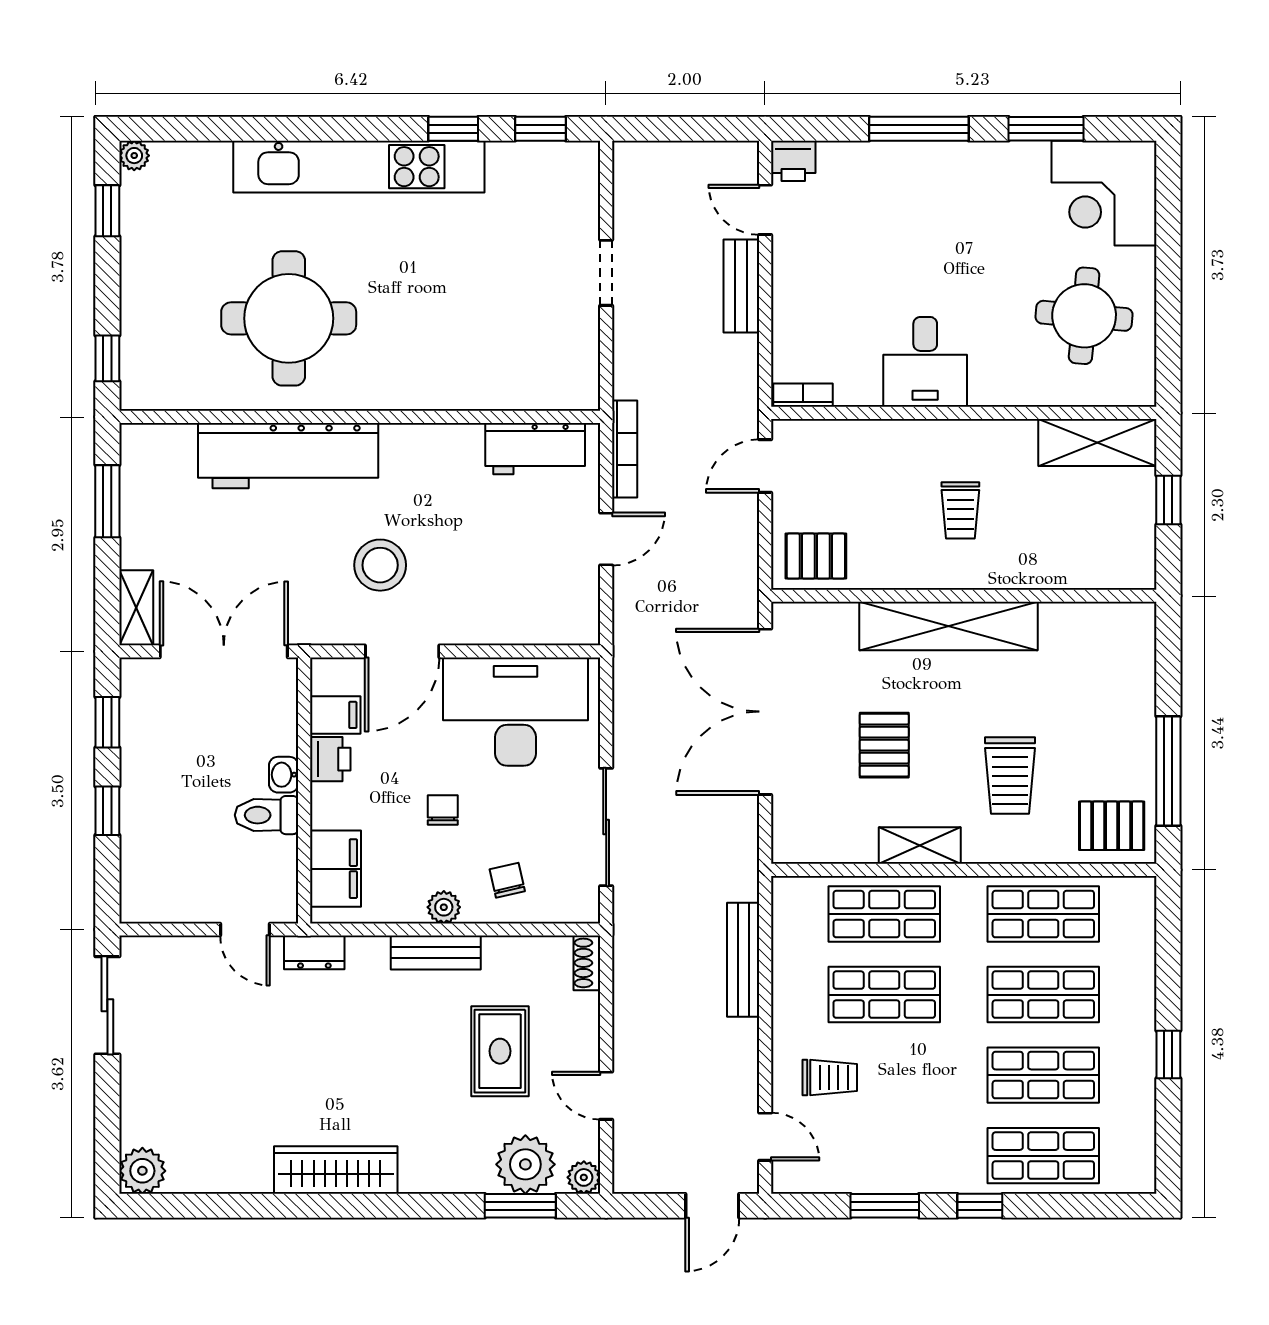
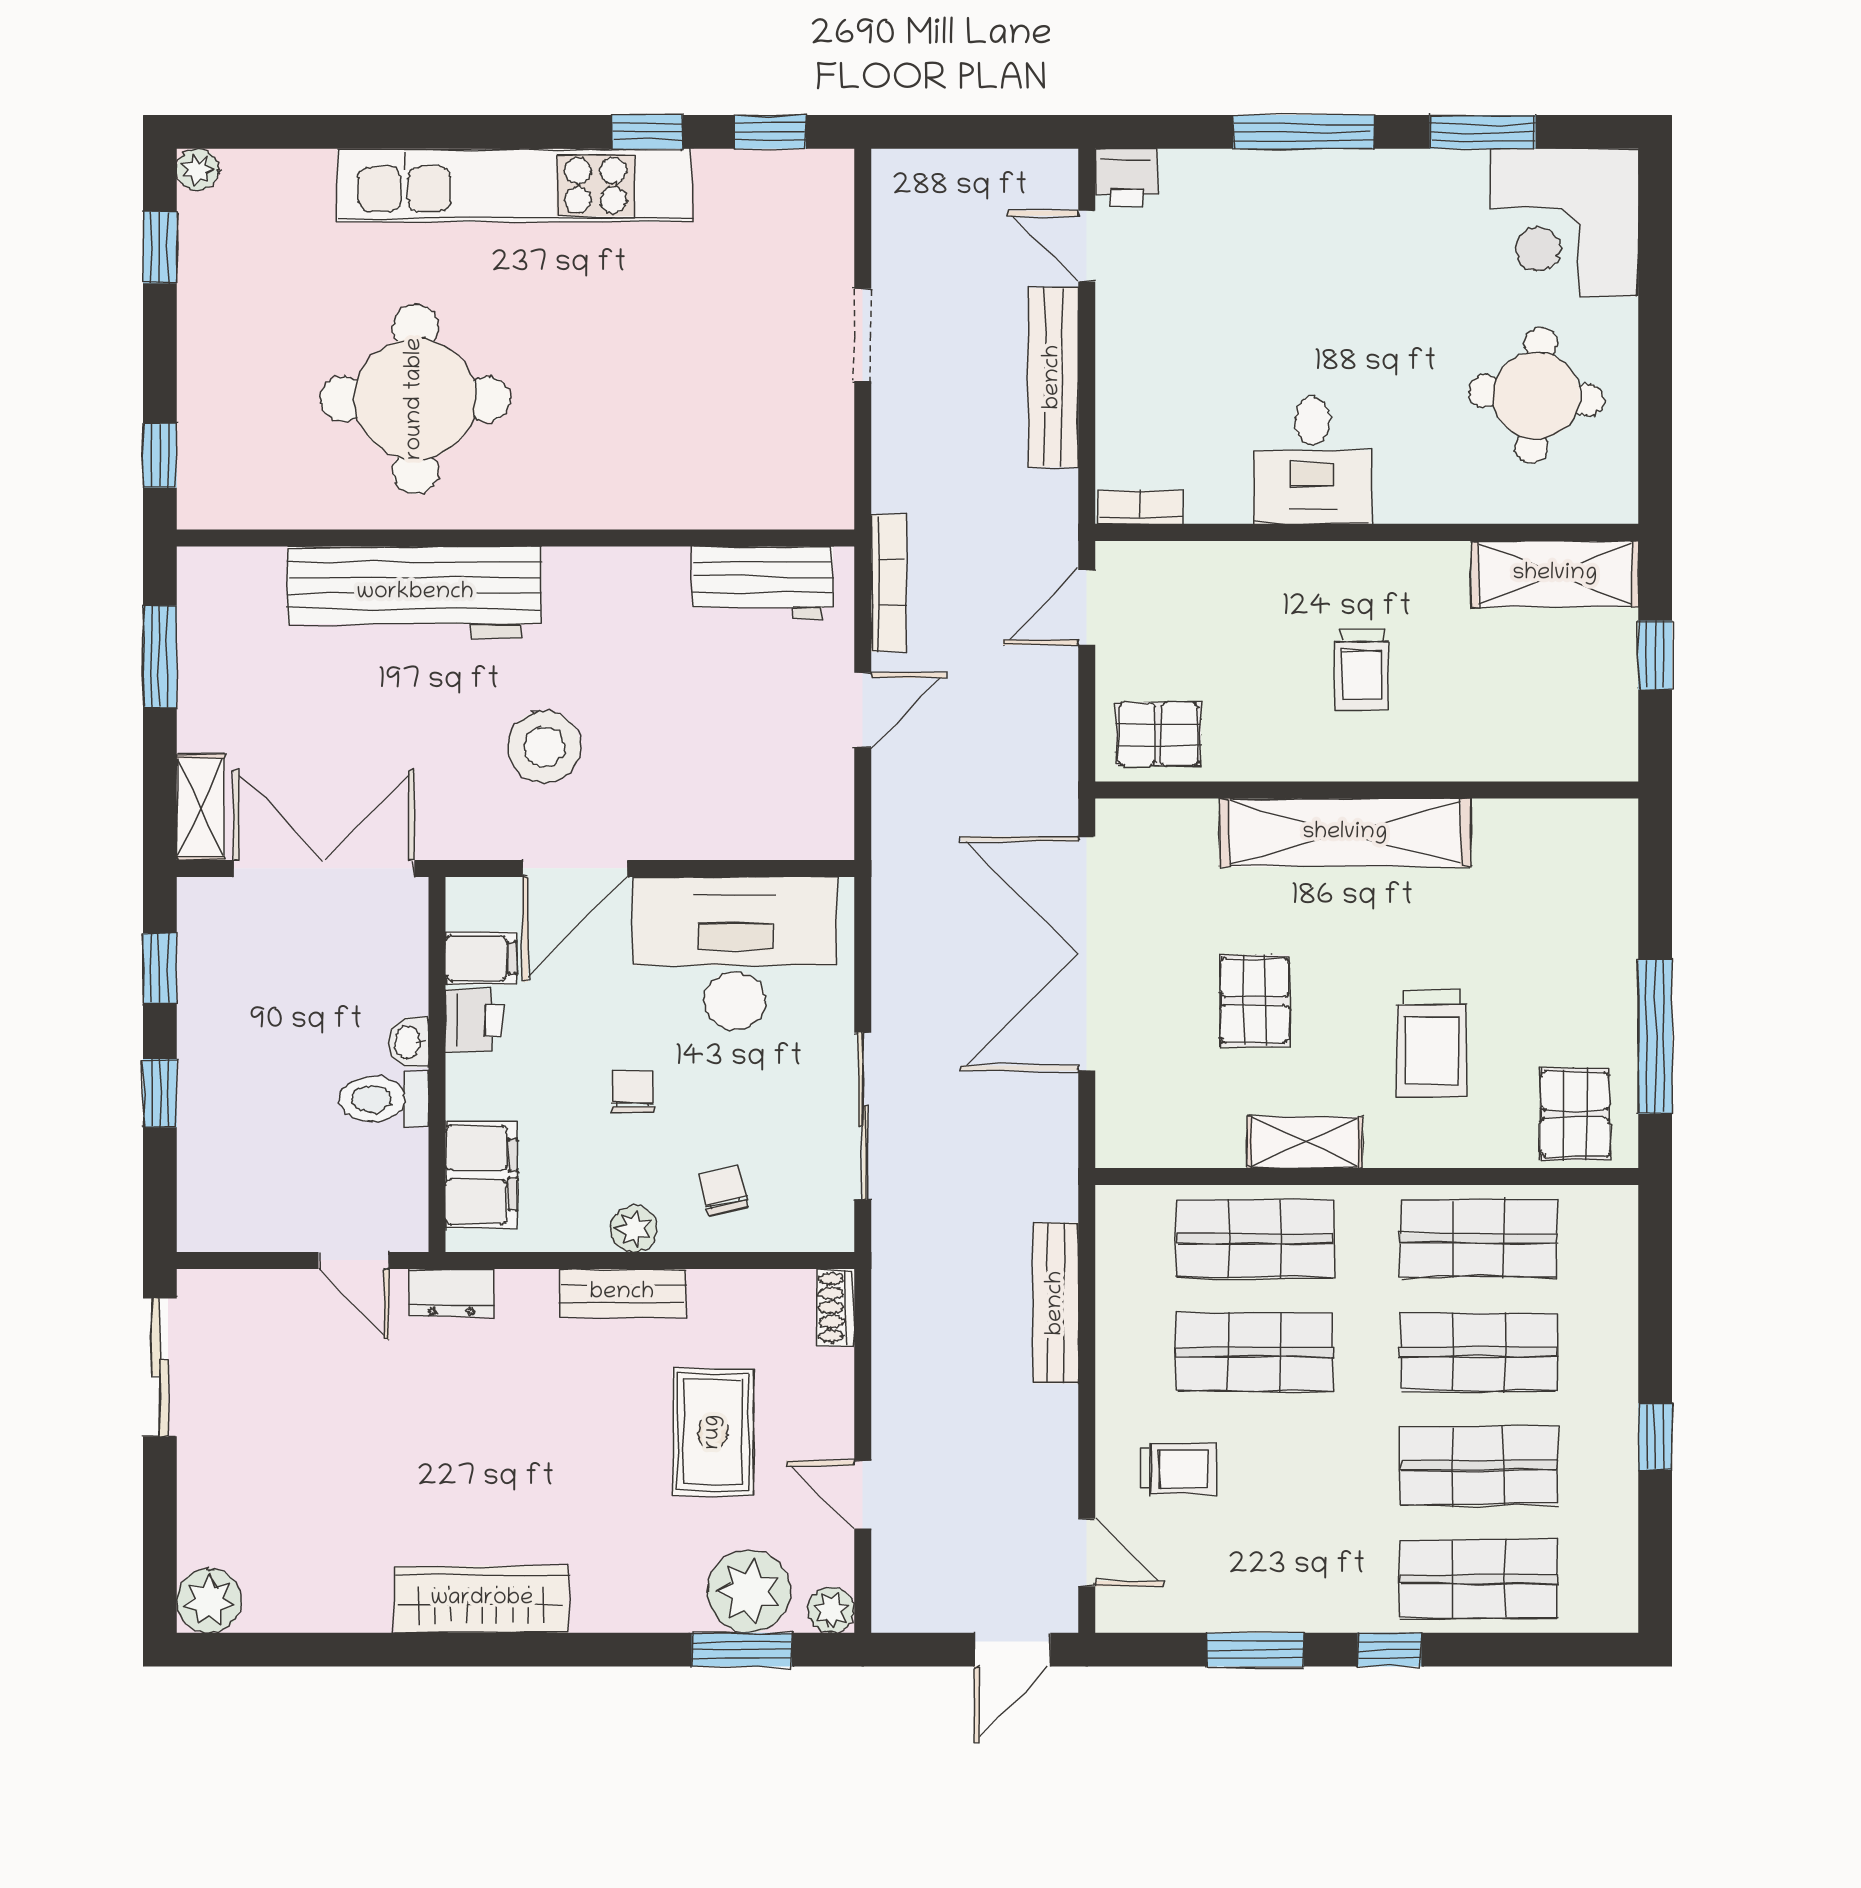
bench: (741, 286) -> (1053, 377), width x1.36
pallet: (1112, 826) -> (1575, 1114), turned 90

